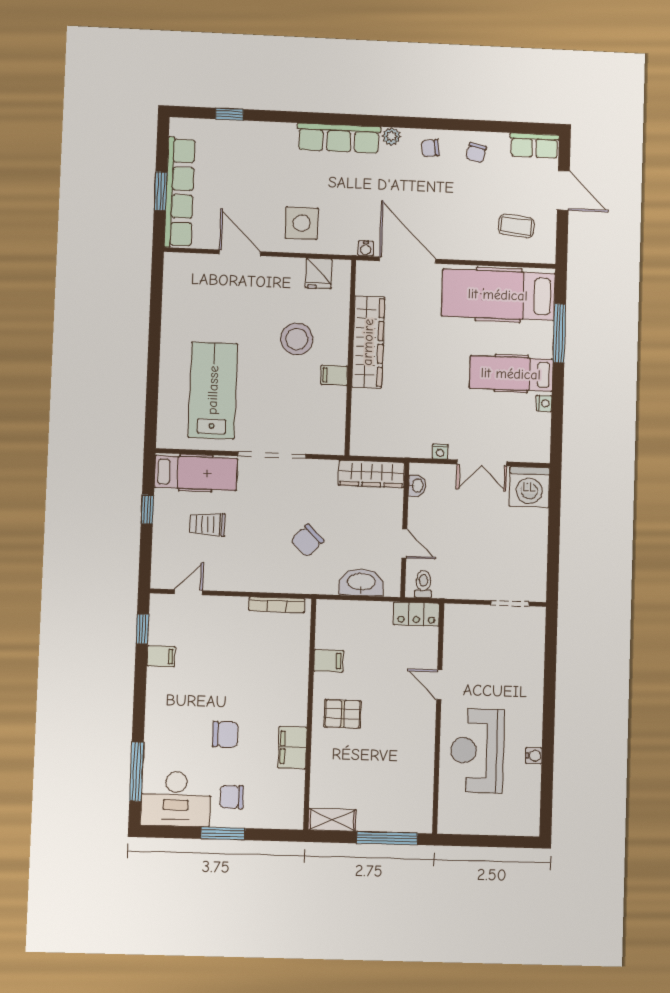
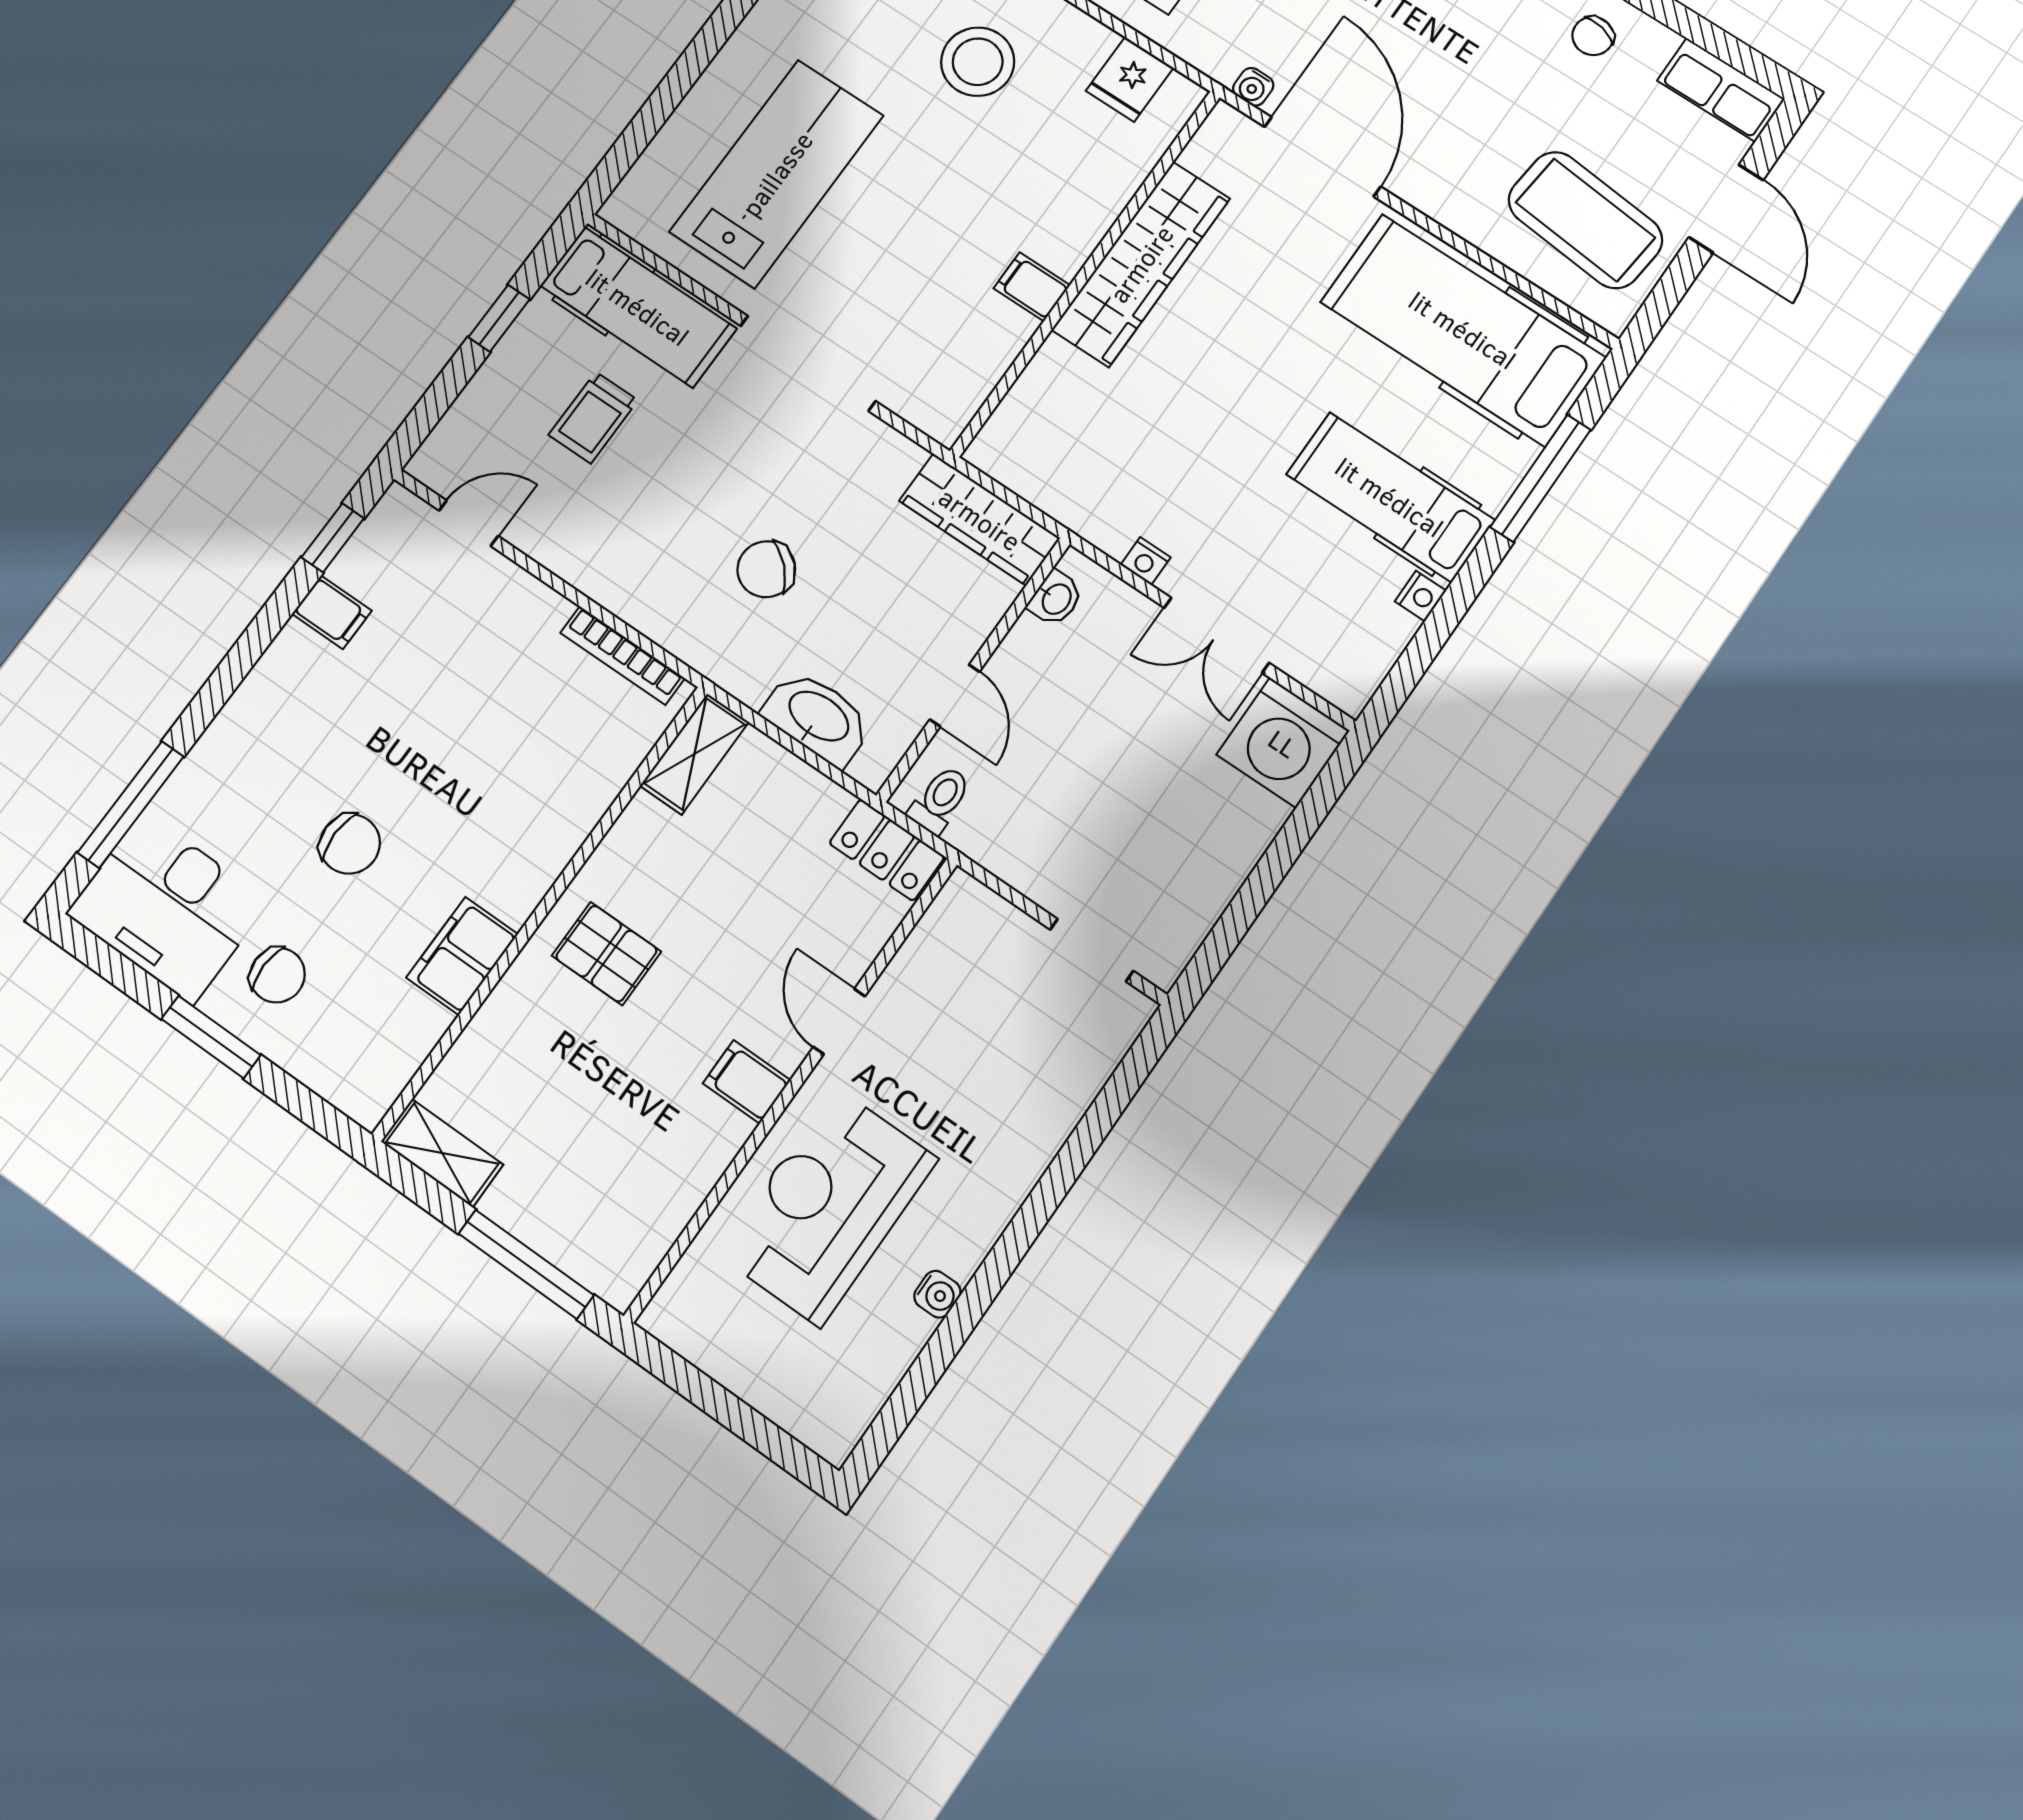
coffee table: (516, 226) -> (1585, 220), width x1.86, depth x1.72
stool: (297, 339) -> (978, 62), moved
trolley: (207, 525) -> (593, 418), turned -90
shelving: (326, 624) -> (694, 754), added
filing cabinet: (329, 661) -> (747, 1082), moved, turned 180
chair: (232, 797) -> (277, 975), turned 180

